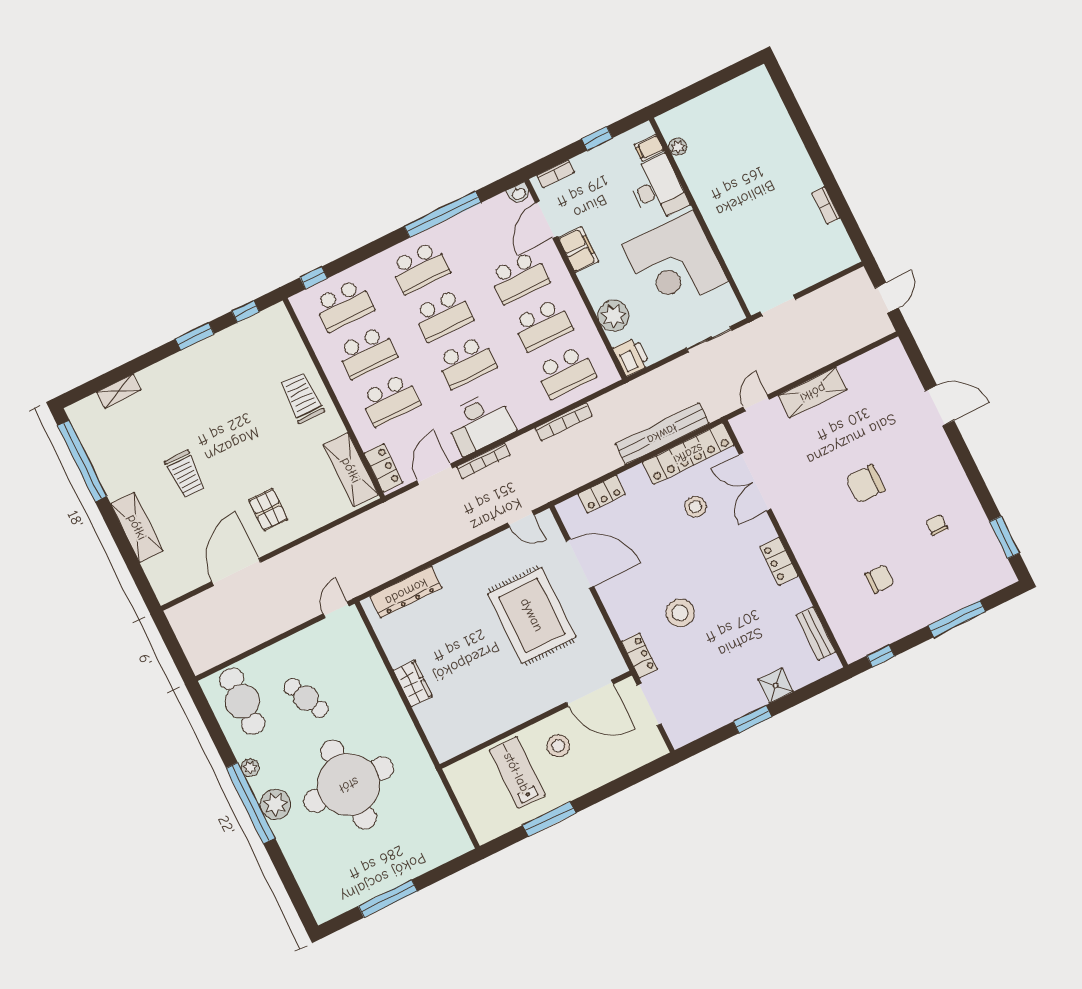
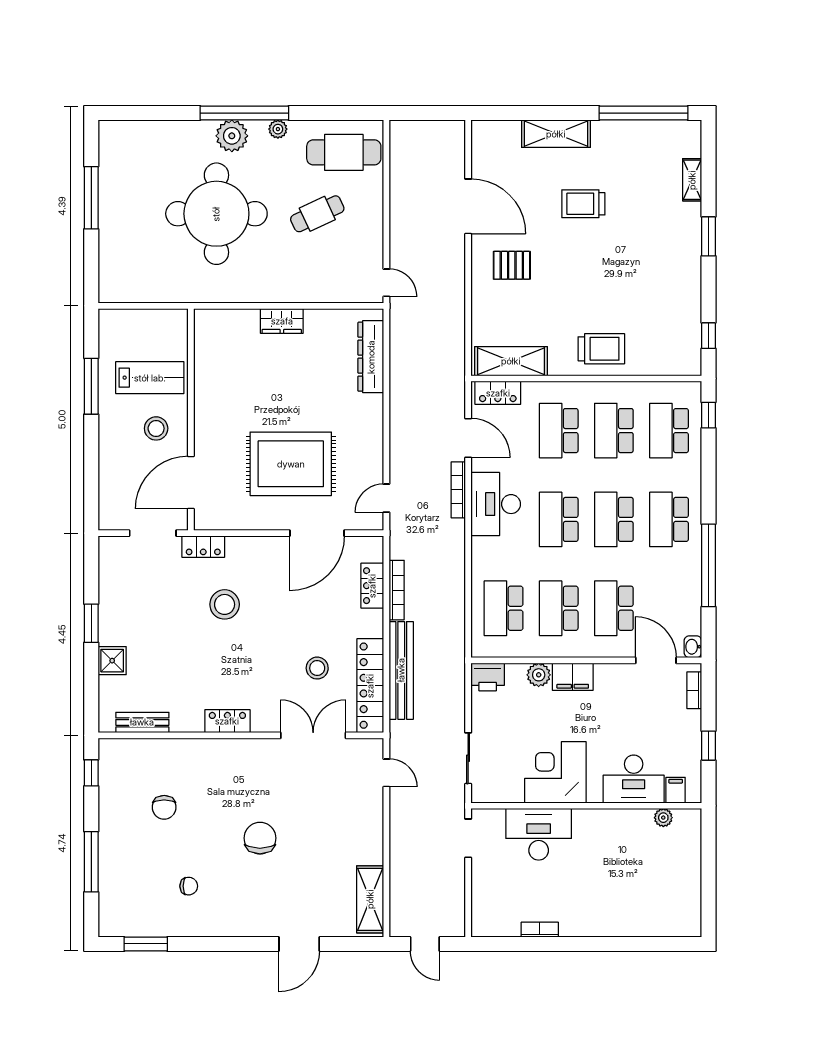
desk: (745, 247) -> (539, 834), added
filing cabinet: (578, 250) -> (573, 677), moved
corner desk: (675, 263) -> (555, 772), width x0.74, depth x0.74
plant: (613, 316) -> (539, 675), width x0.73, depth x0.73
window: (195, 336) -> (709, 236), moved
shelving: (813, 393) -> (370, 899), moved
bookcase: (564, 422) -> (397, 590), moved, turned 180

